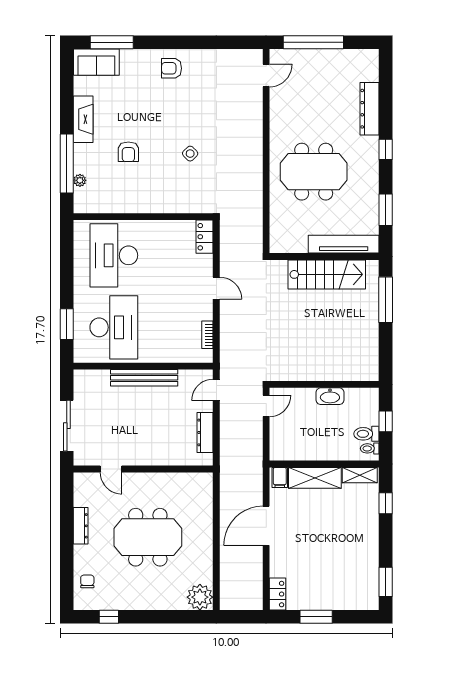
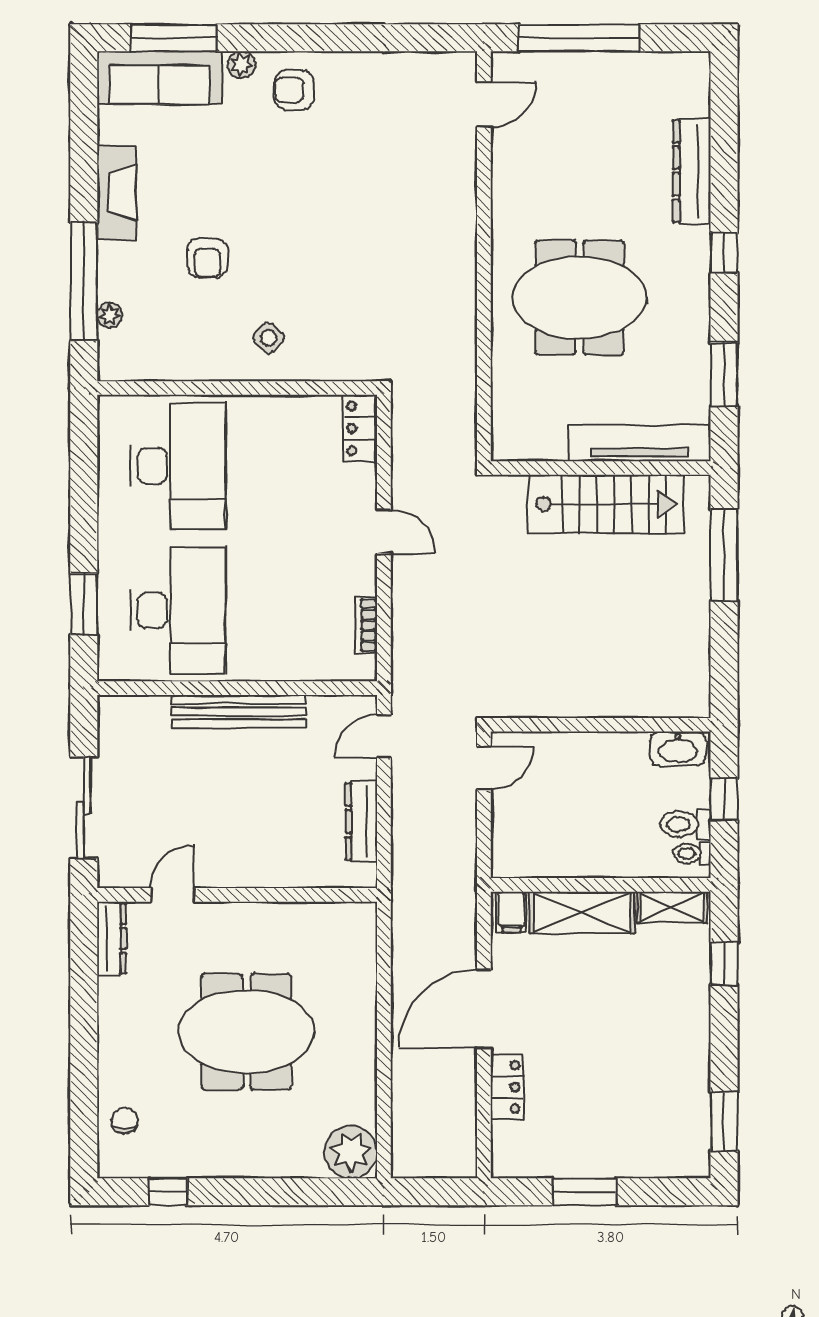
plant: (145, 56) -> (242, 65), added
sofa: (96, 62) -> (159, 78), width x1.36
side table: (190, 154) -> (269, 338), moved
desk: (114, 255) -> (178, 466), turned 180
washbasin: (330, 396) -> (678, 749), moved
door: (111, 469) -> (172, 895), swing flipped
dresser: (81, 526) -> (111, 938), moved
locker: (278, 594) -> (507, 1087), moved

